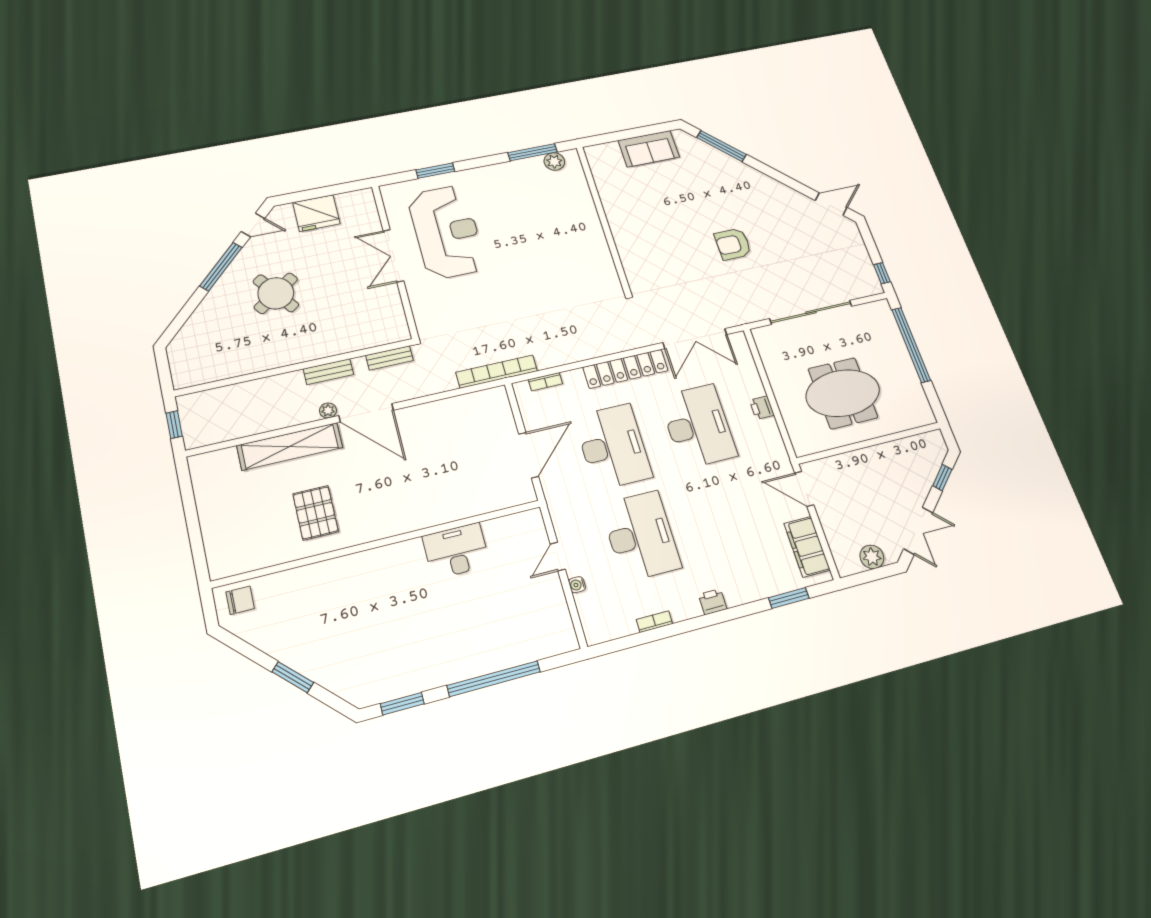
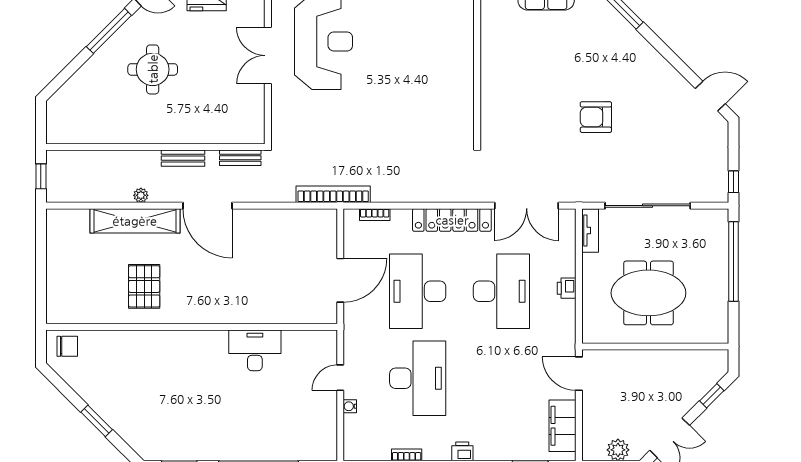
round table: (276, 293) -> (153, 69), turned 36
tv unit: (765, 348) -> (590, 231), added
plant: (328, 410) -> (141, 195), moved
desk: (613, 447) -> (418, 291), turned 180

